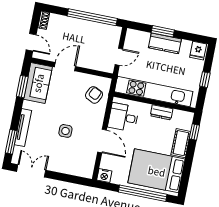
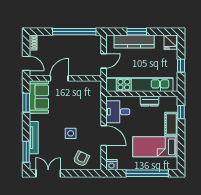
kitchen counter: (165, 43) -> (134, 41), width x1.50
armchair: (94, 95) -> (81, 159), moved
bed: (157, 171) -> (155, 147), width x0.67

